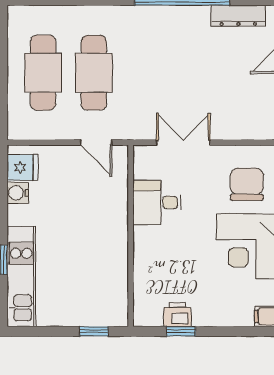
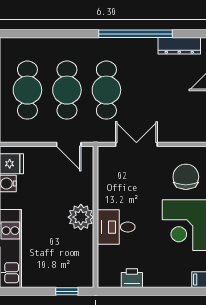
cafe table: (145, 73) -> (106, 90), added
desk: (157, 202) -> (116, 227), moved
plant: (112, 236) -> (81, 217), added
window: (181, 331) -> (135, 291), removed

